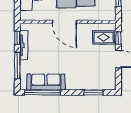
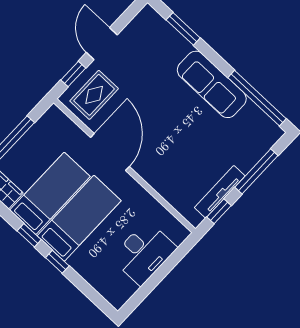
door: (65, 22) -> (110, 152), moved
rug: (103, 37) -> (94, 95), turned 90
sofa: (46, 82) -> (212, 84), moved

